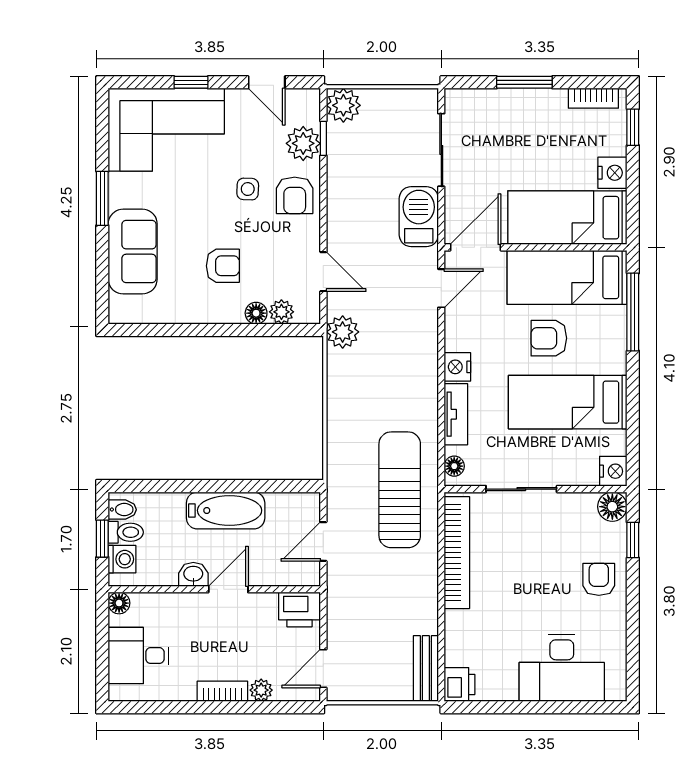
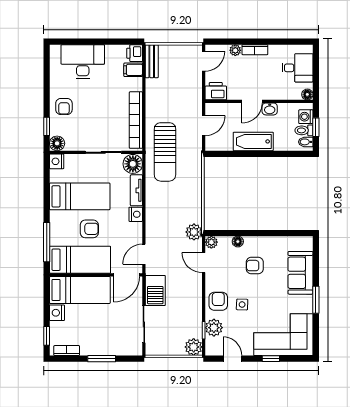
plant: (281, 312) -> (211, 242), moved
floor lamp: (454, 466) -> (133, 164), width x1.89, depth x1.89
filing cabinet: (462, 652) -> (133, 70), added

